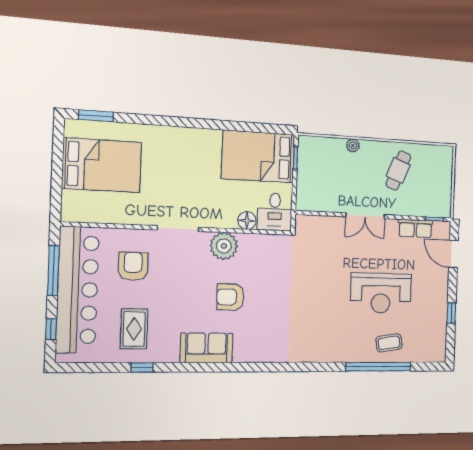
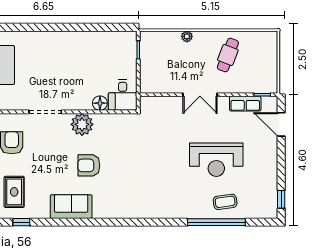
bed: (258, 156) -> (107, 51), removed
window: (451, 313) -> (281, 199), moved

